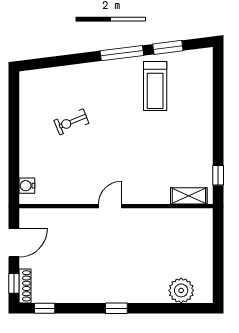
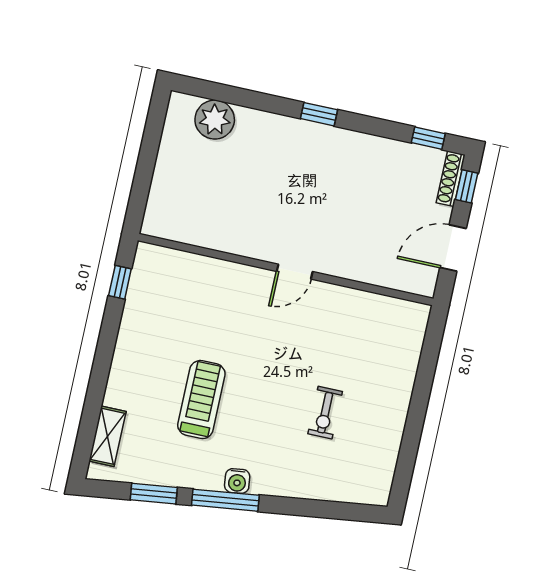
treadmill: (155, 86) -> (201, 400), moved
exercise bike: (71, 122) -> (325, 413), turned 112
water cooler: (27, 186) -> (237, 481), moved, turned 83
shelving: (189, 196) -> (107, 436), moved, turned 90

